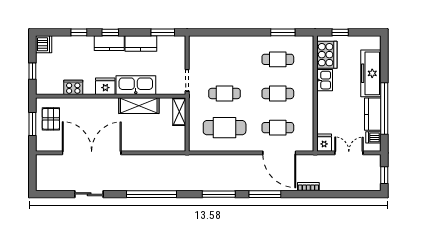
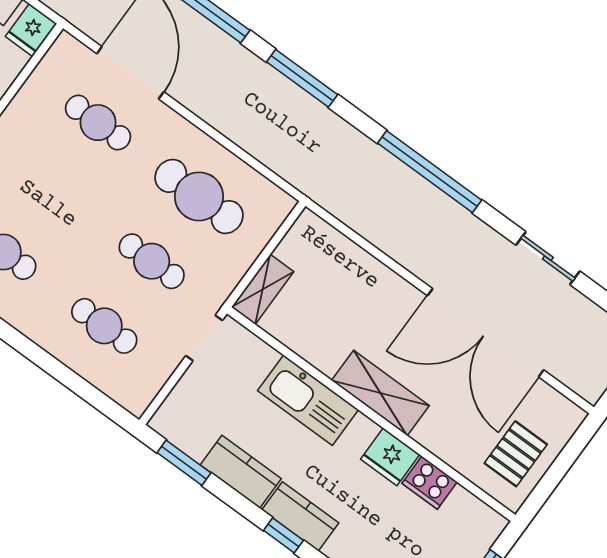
fridge: (105, 86) -> (390, 457), moved
cafe table: (278, 93) -> (104, 326), moved
shelving: (139, 106) -> (380, 393), moved
window: (32, 124) -> (558, 470), removed

